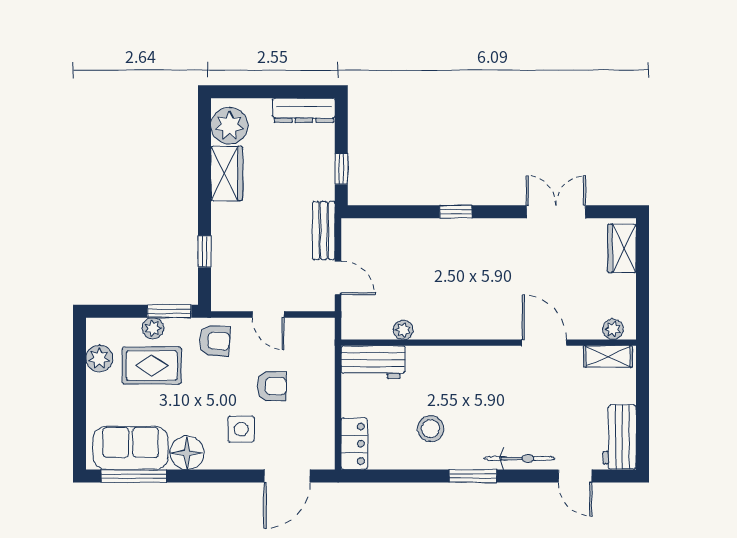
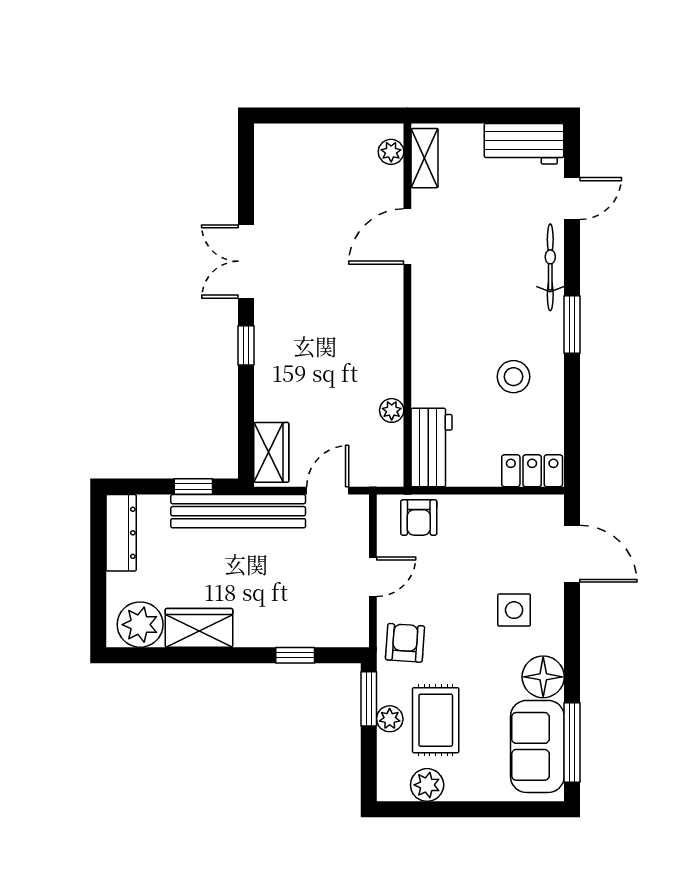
double door: (556, 212) -> (246, 261), moved
bench: (324, 231) -> (238, 511), width x1.86, depth x1.21
wardrobe: (622, 248) -> (271, 452), moved, turned -90
armchair: (272, 386) -> (419, 517), moved, turned 180

